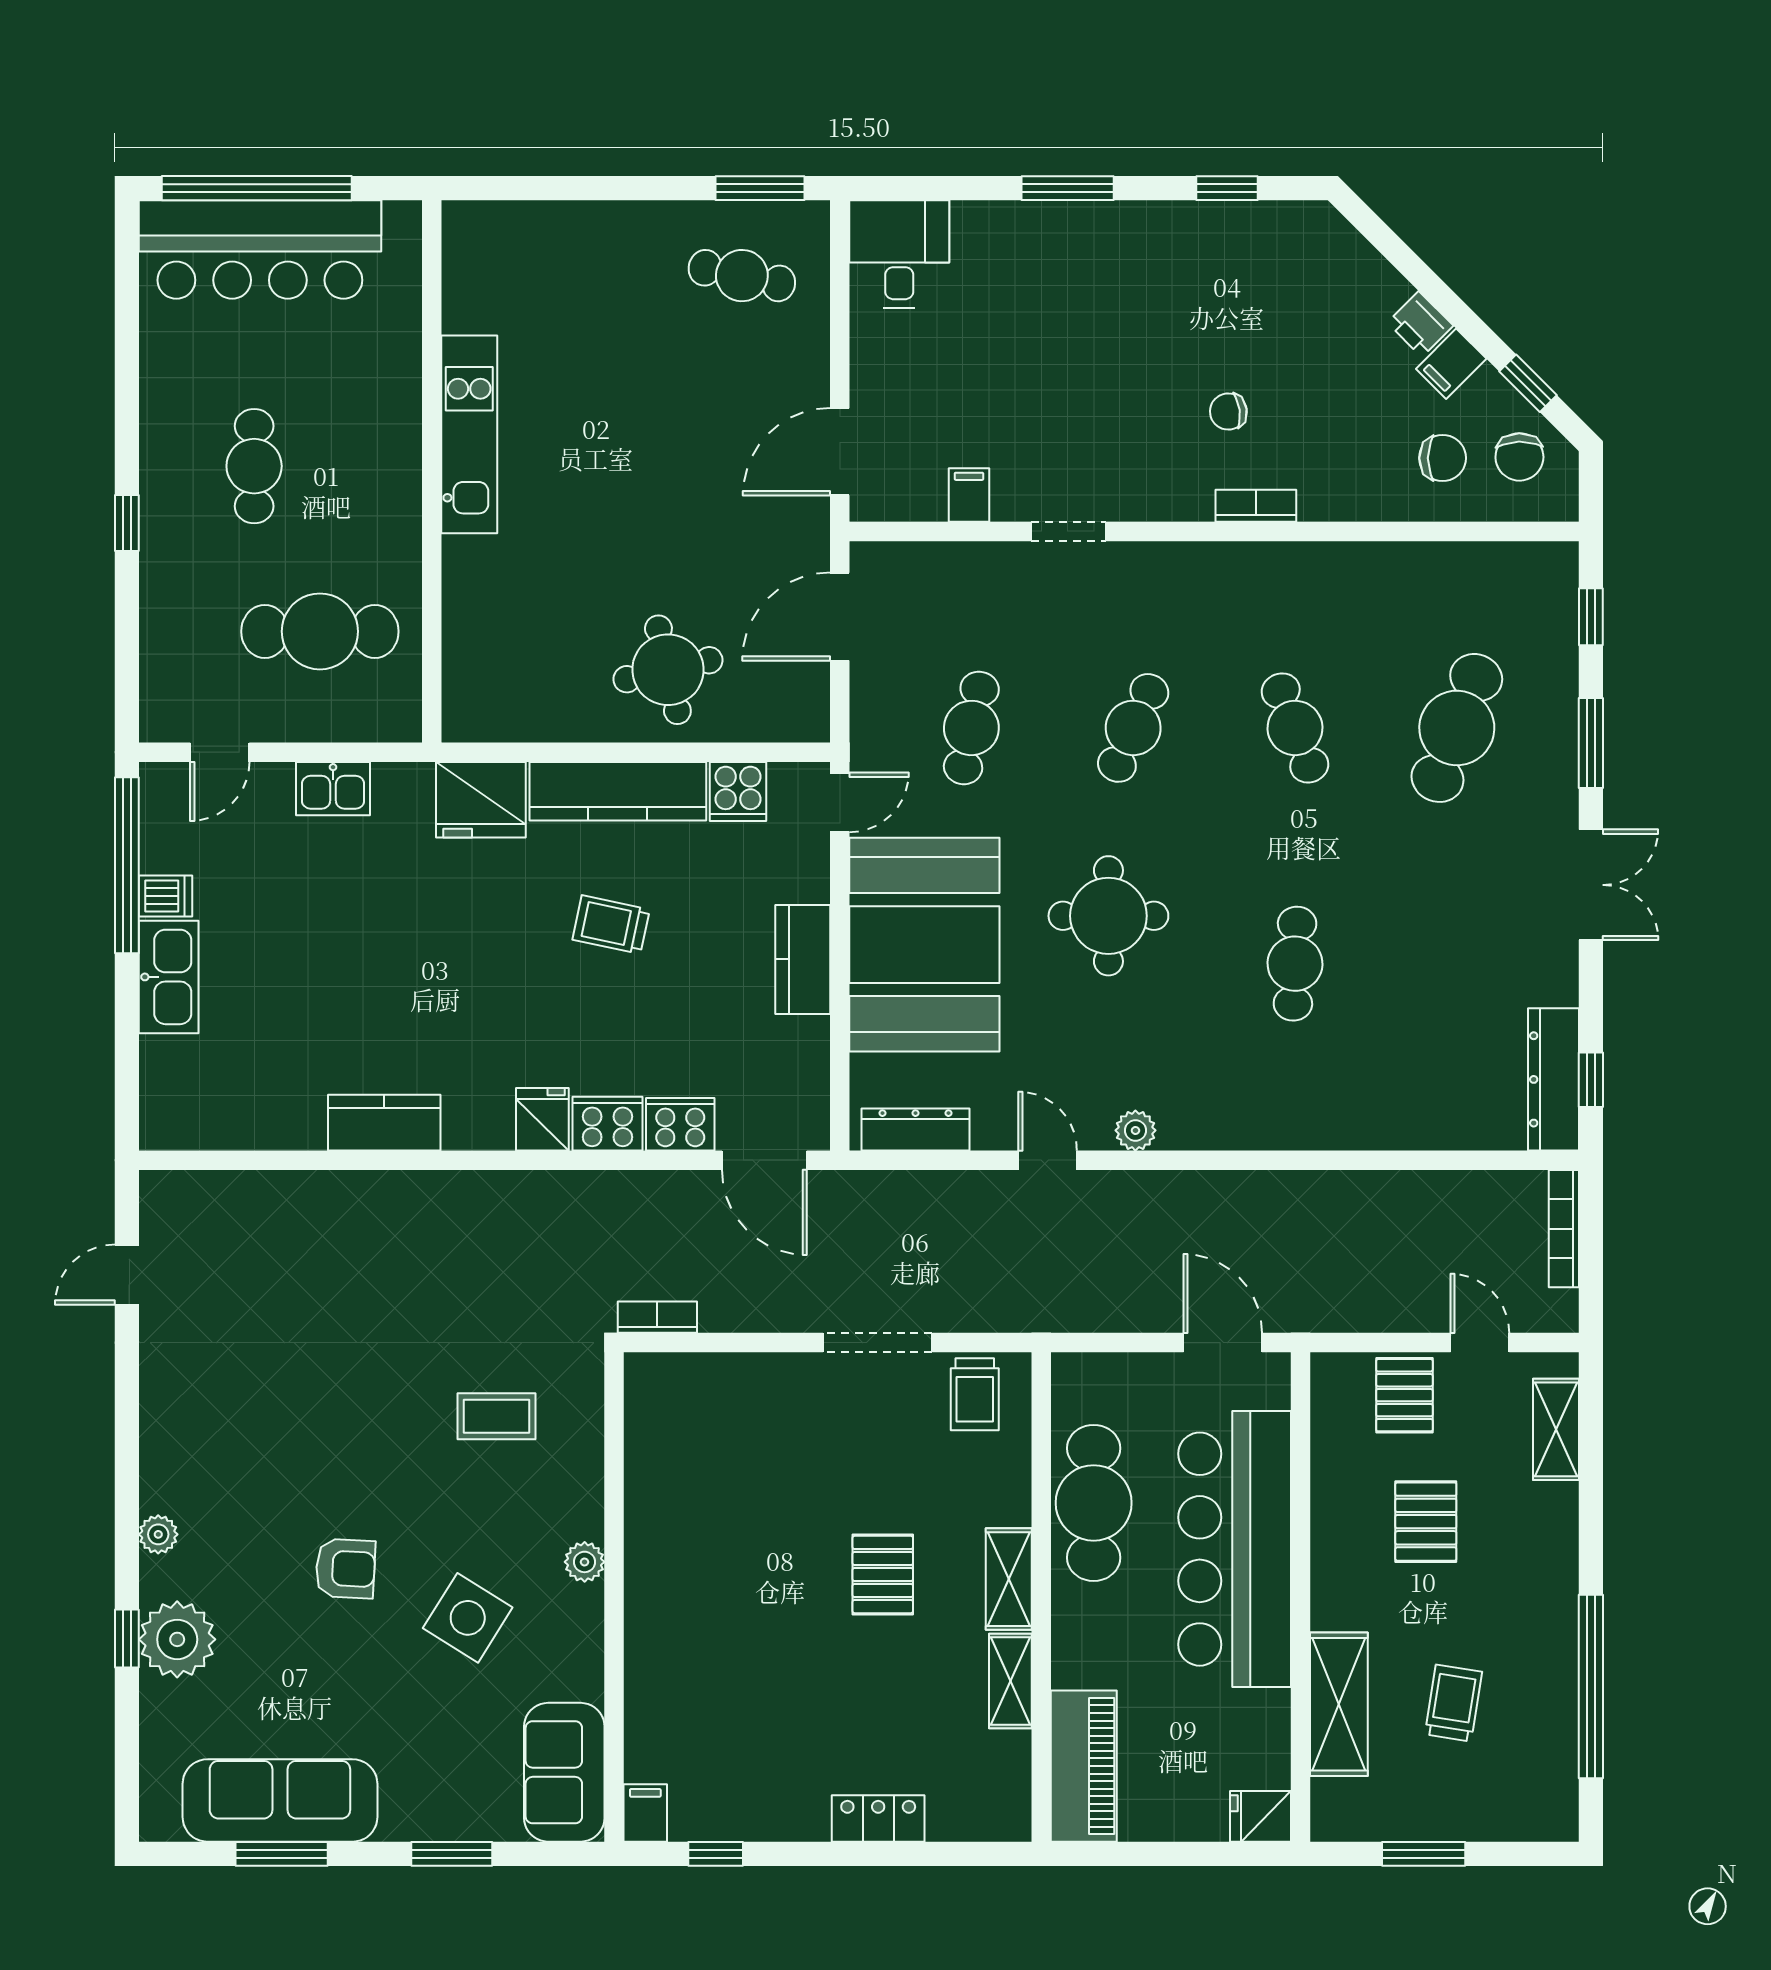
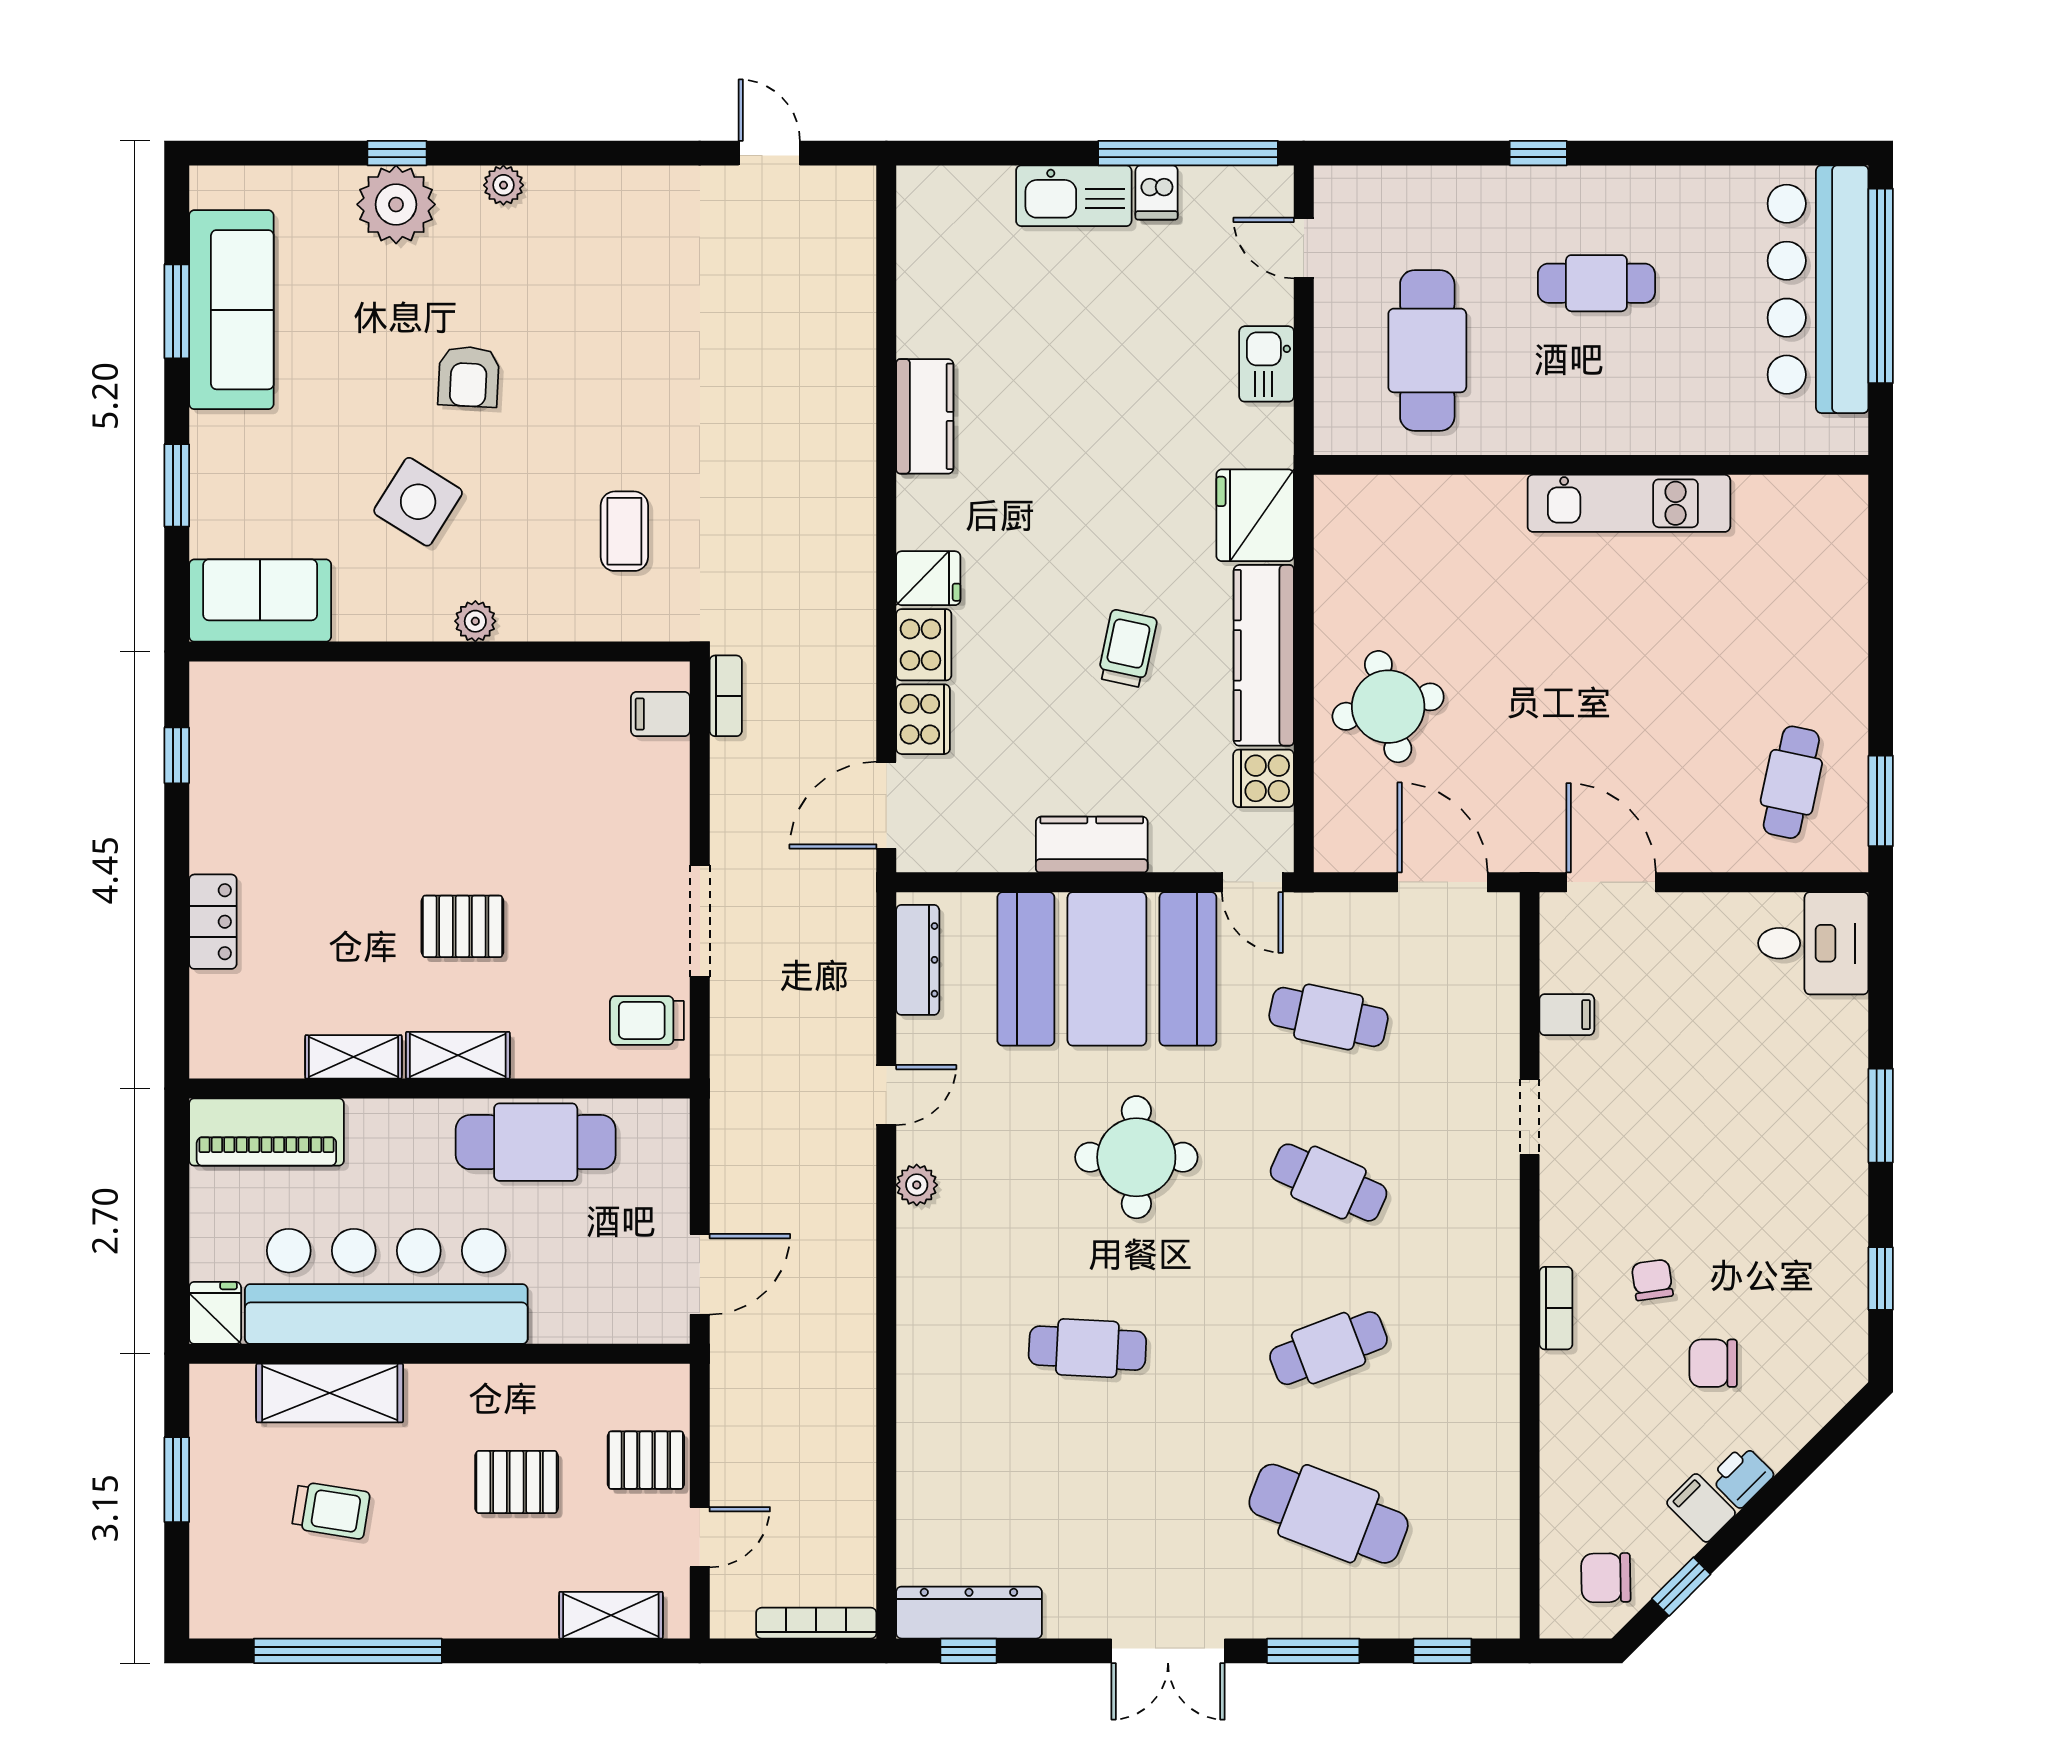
chair: (1443, 458) -> (1713, 1363), moved, turned 90
bar counter: (1235, 1549) -> (386, 1286), moved
filing cabinet: (645, 1813) -> (660, 714), moved, turned 180

